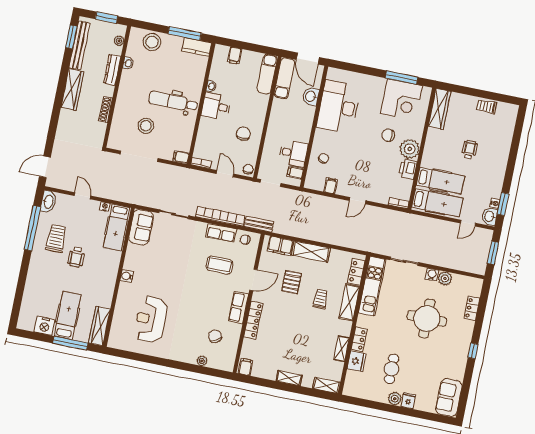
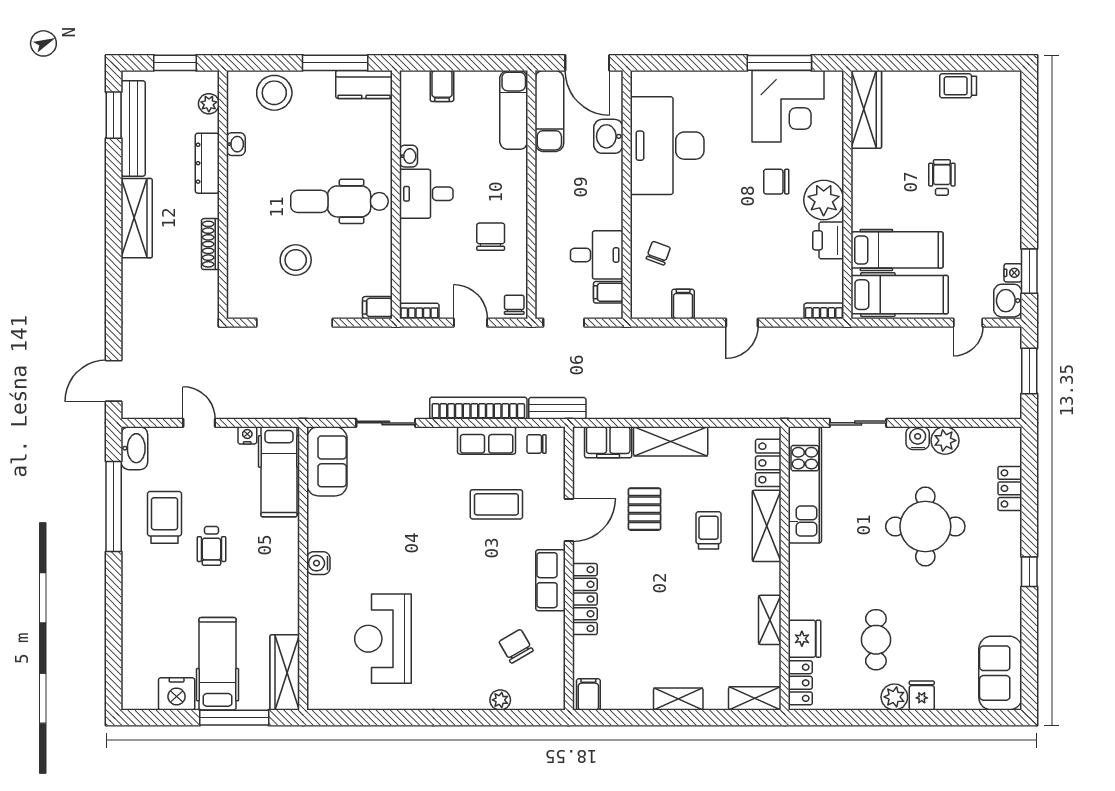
locker: (359, 339) -> (800, 683), moved

